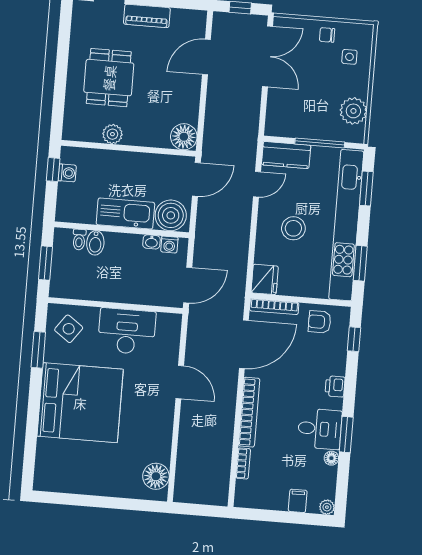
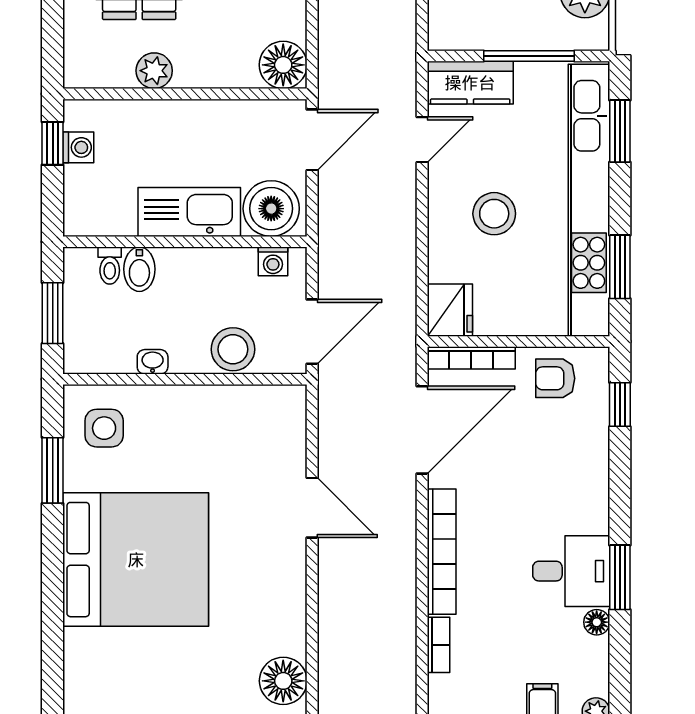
washbasin: (151, 242) -> (153, 362), moved, turned 180
stool: (143, 291) -> (233, 349), added
side table: (69, 329) -> (104, 428), turned -36
desk: (127, 331) -> (209, 424), removed
printer: (335, 386) -> (593, 493), removed

